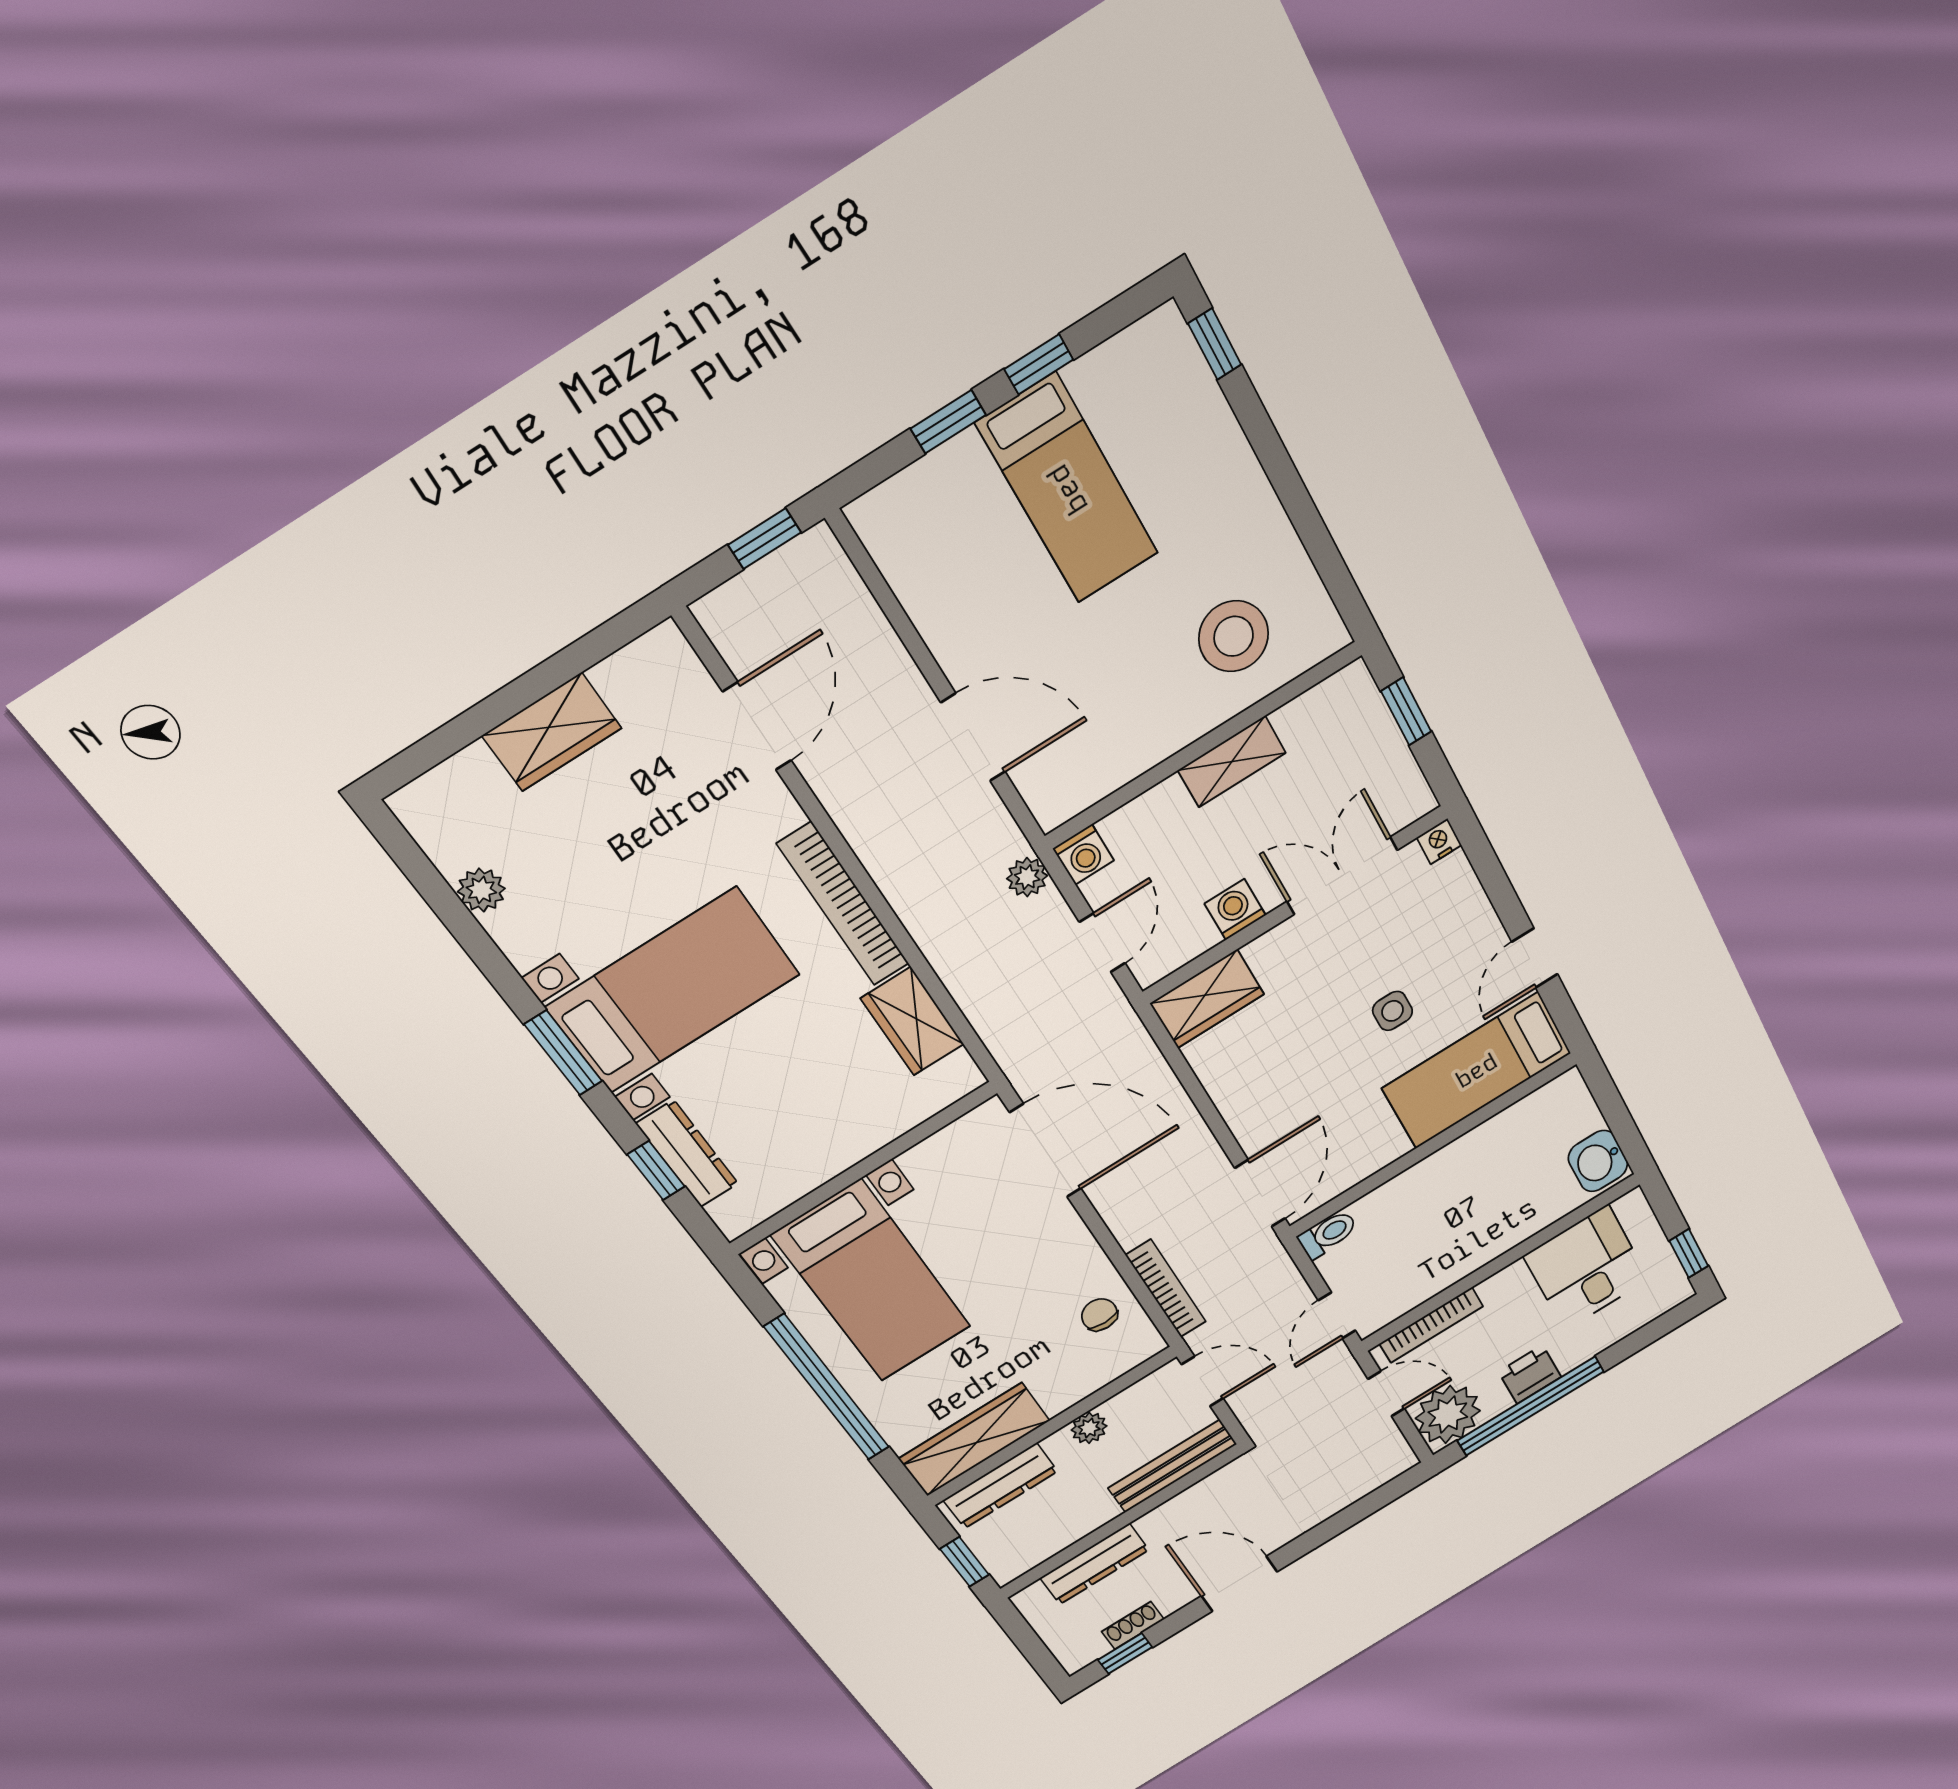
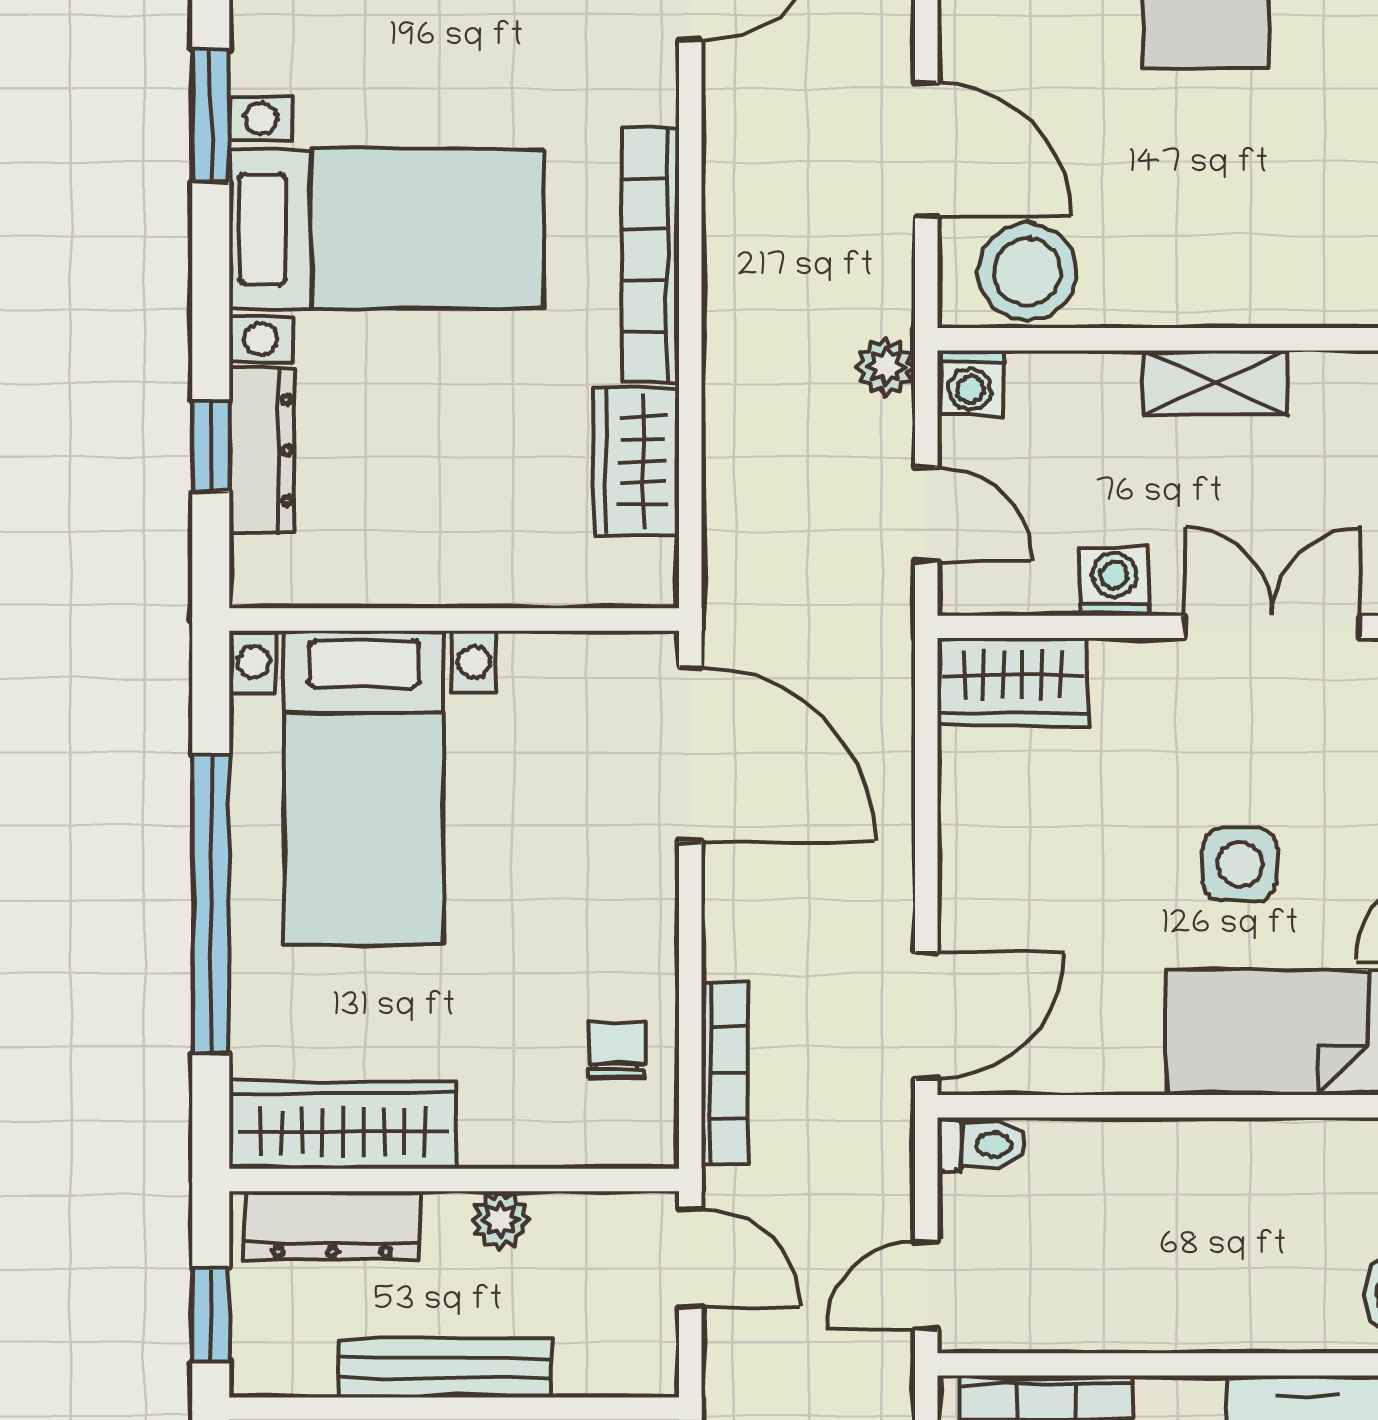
stool: (1234, 636) -> (1027, 272), moved
door: (1102, 943) -> (926, 515), hinge flipped
side table: (1392, 1011) -> (1240, 864), width x1.37, depth x1.37
window: (563, 1053) -> (211, 116), moved
bench: (1172, 1466) -> (445, 1368), moved

